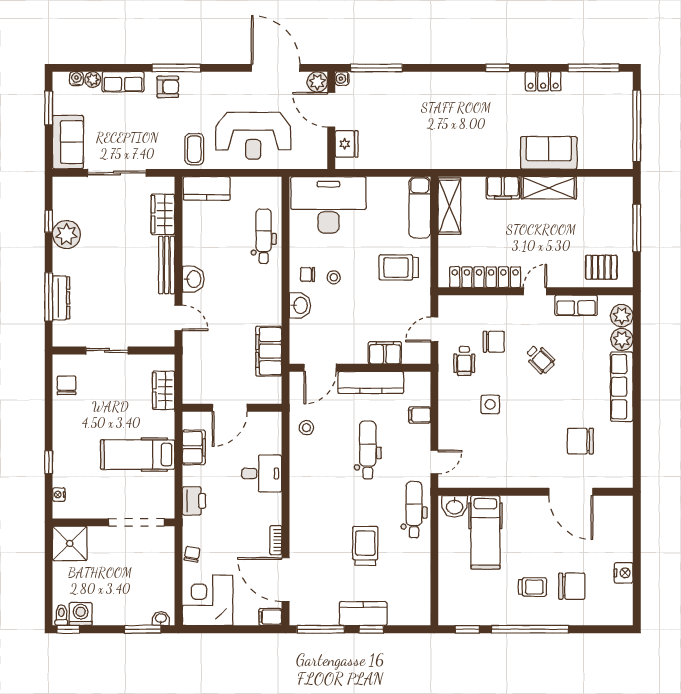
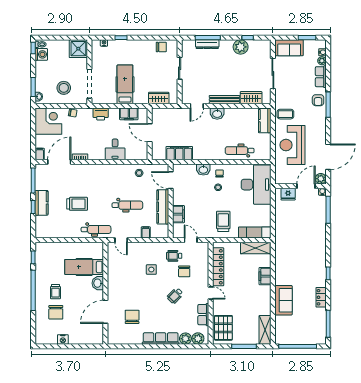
shelving: (549, 188) -> (265, 330), moved
dental chair: (264, 236) -> (240, 151), turned 180
pallet: (601, 267) -> (223, 328), width x1.50, depth x1.42
washbasin: (455, 506) -> (98, 283), moved
stool: (144, 571) -> (64, 88), added

